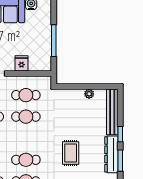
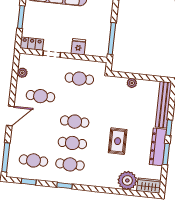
window: (54, 41) -> (112, 39), moved
plant: (89, 94) -> (132, 83), moved
cafe table: (26, 117) -> (75, 122), moved

